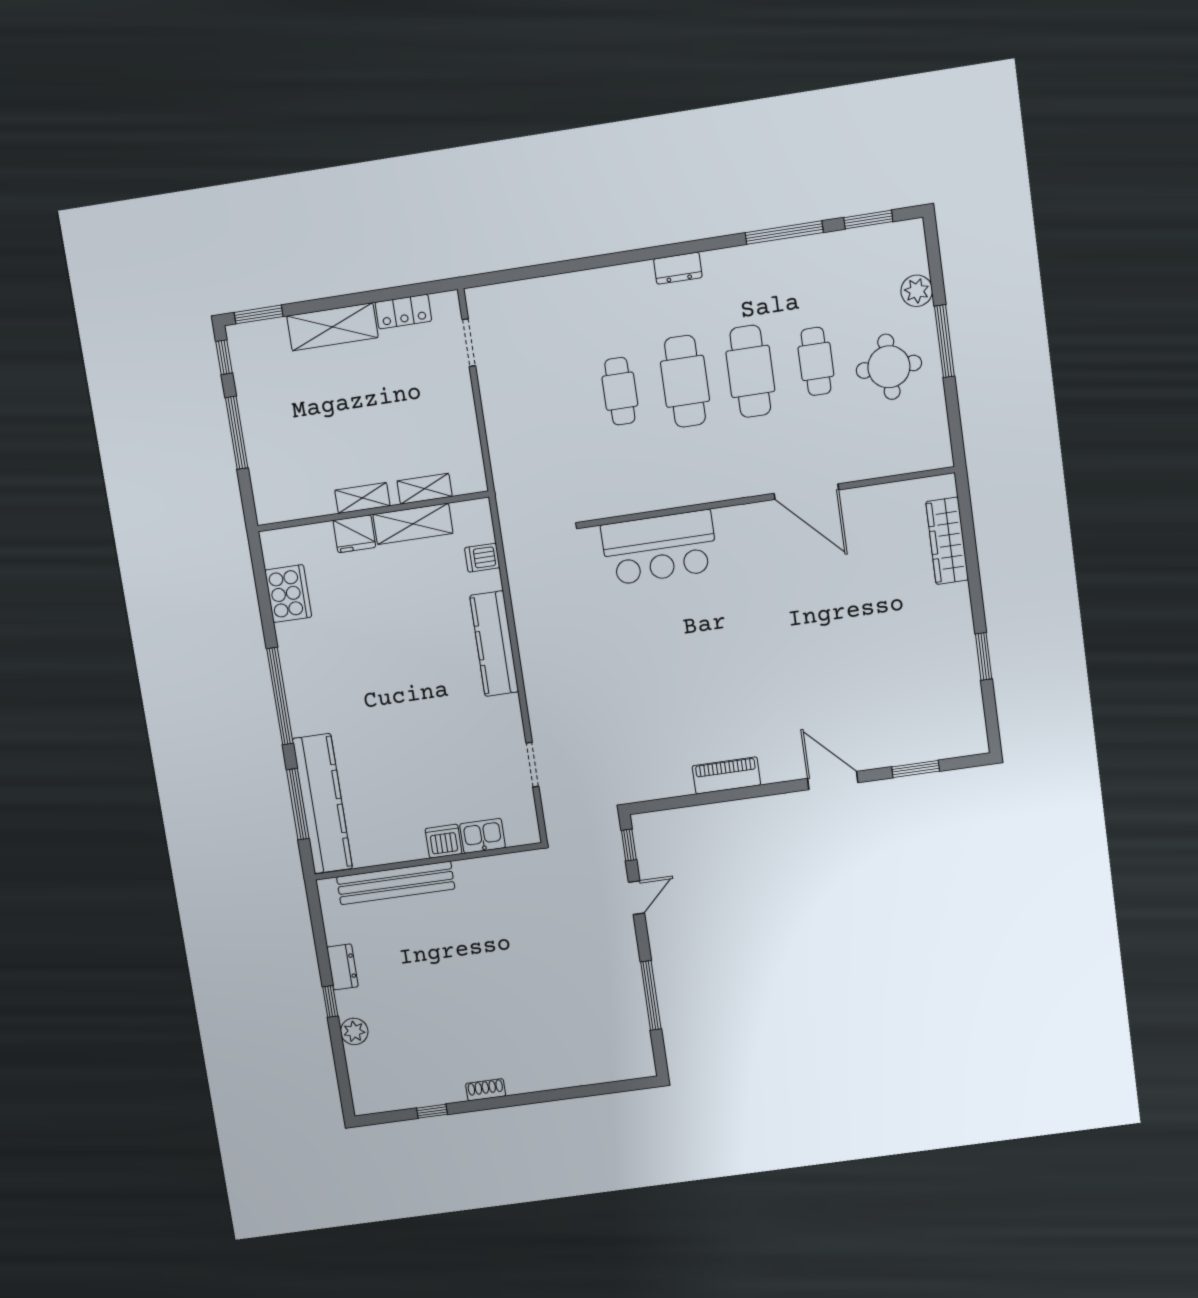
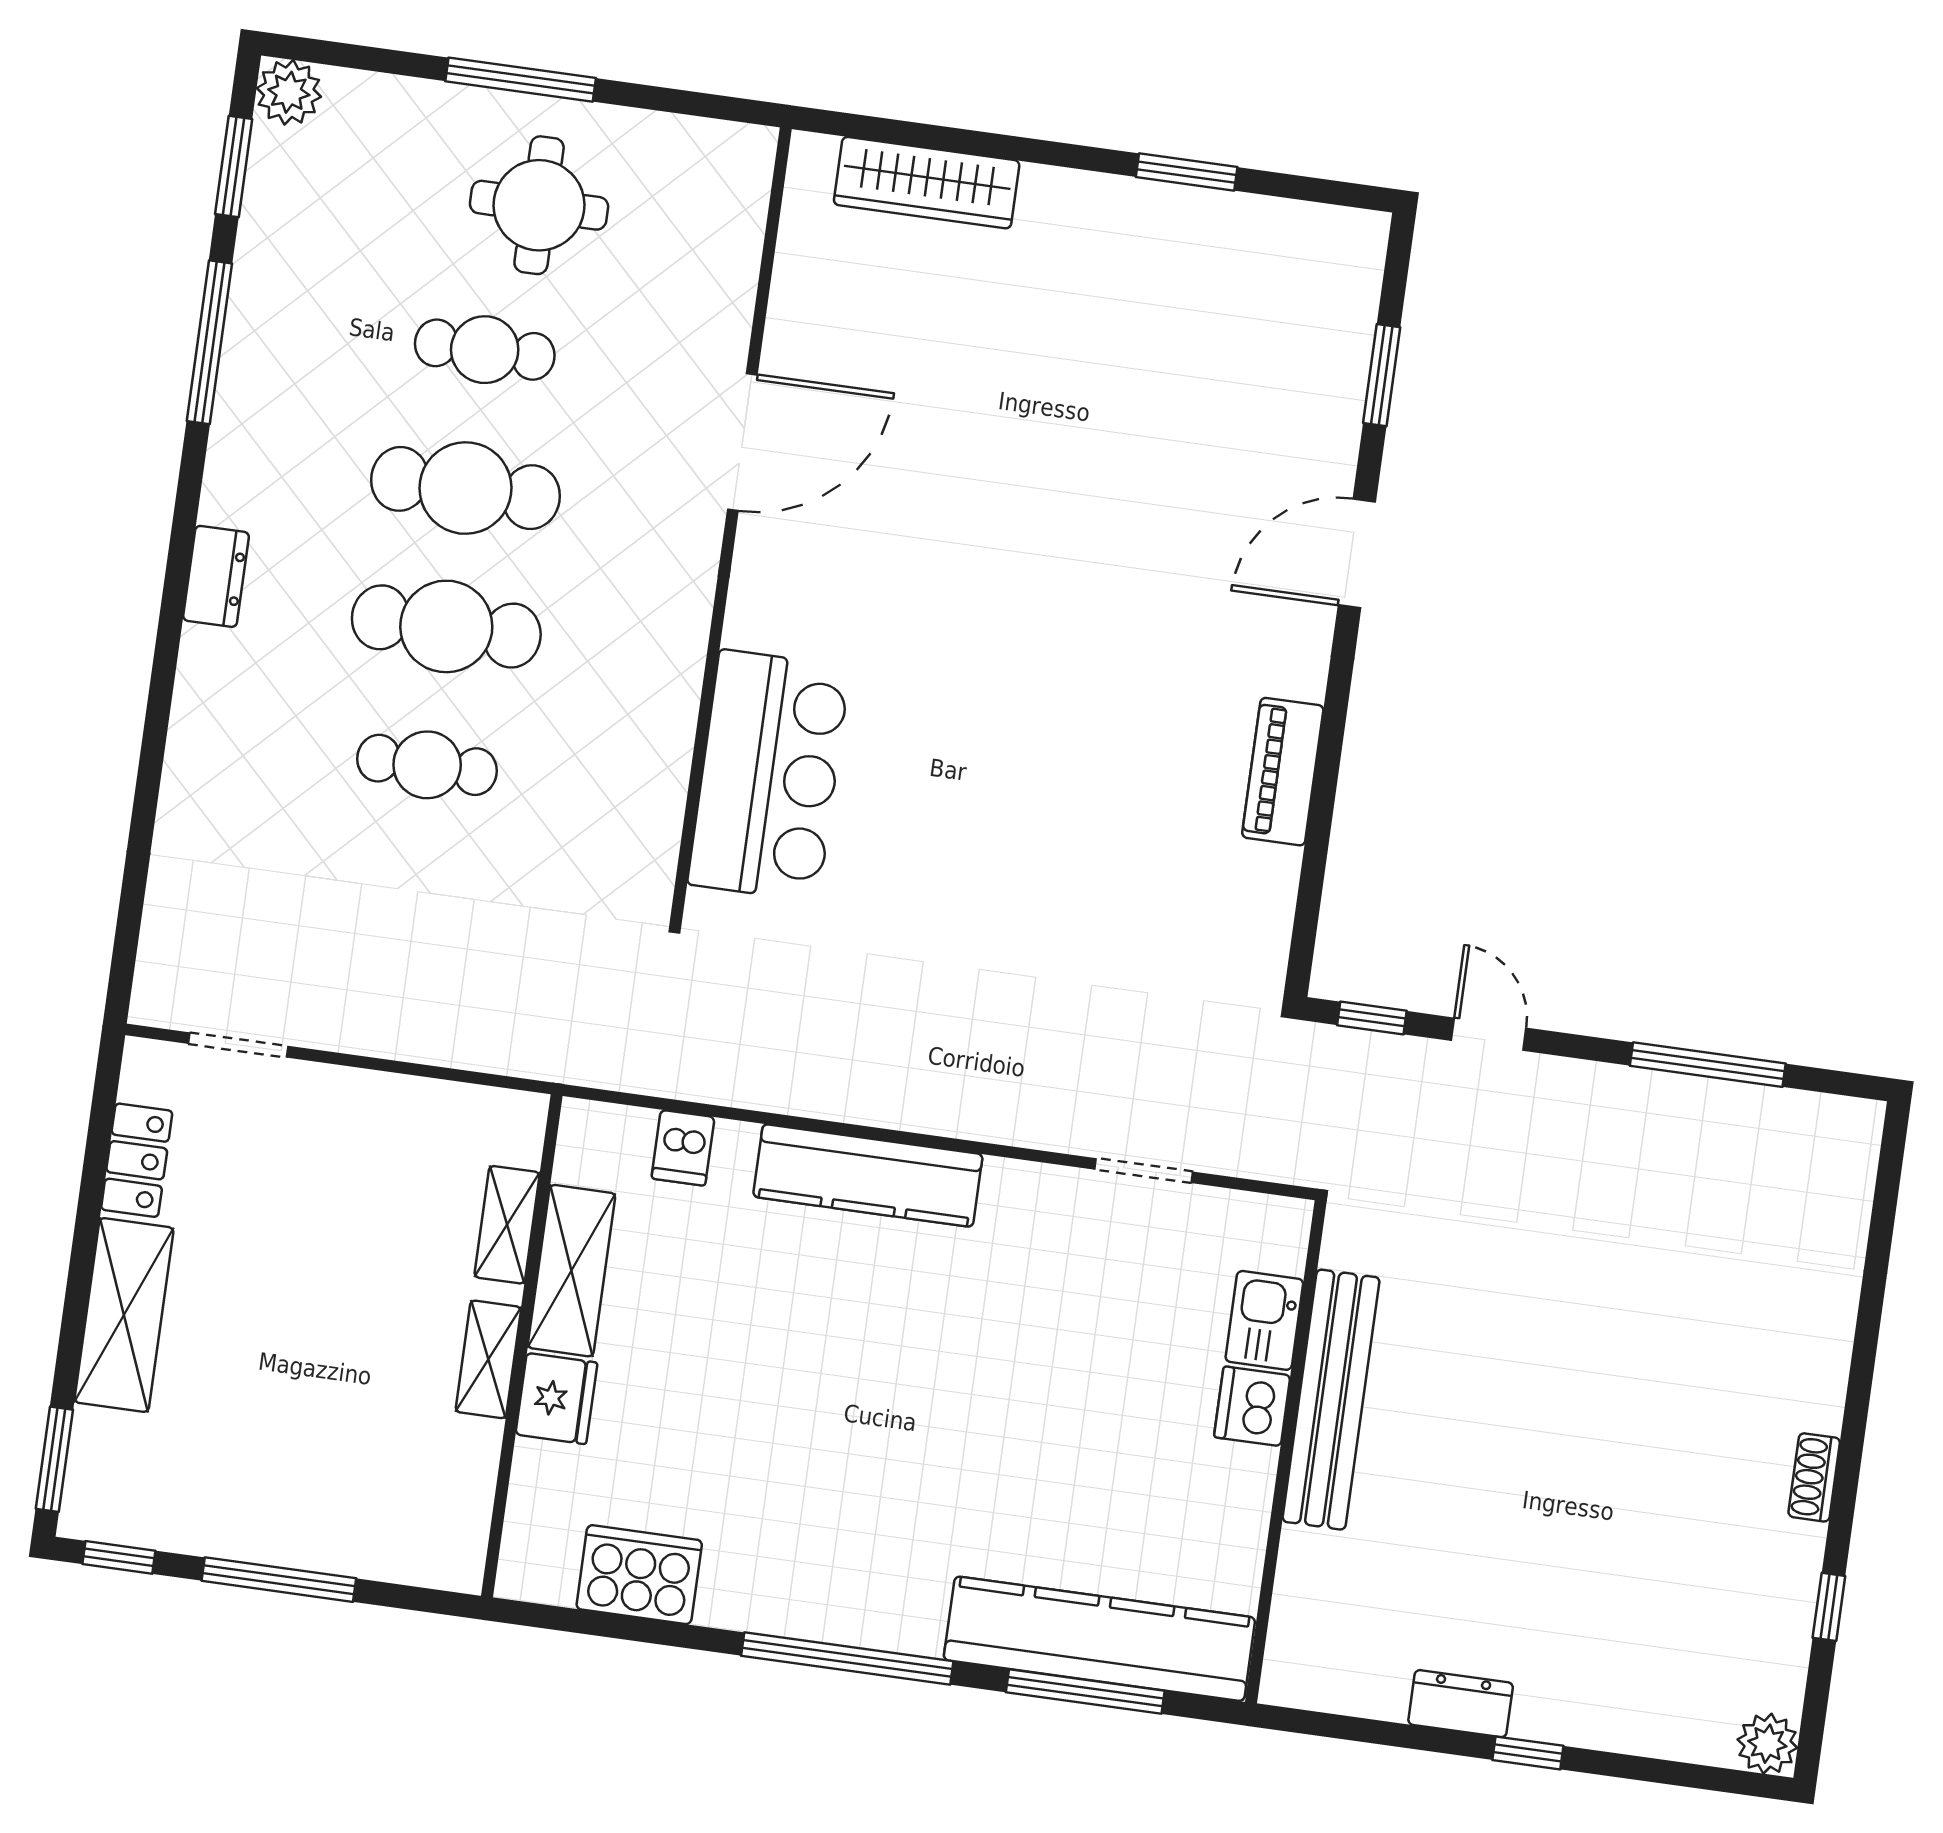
plant: (917, 291) -> (289, 92), moved
bench: (396, 883) -> (1331, 1400), moved
plant: (354, 1031) -> (1767, 1744), moved

